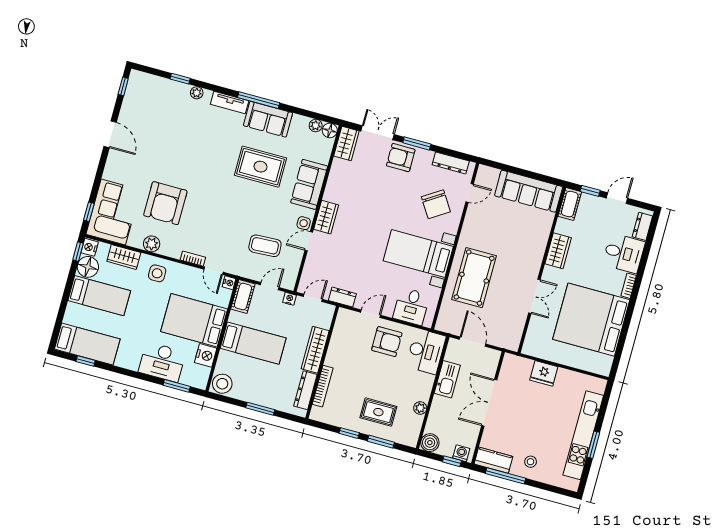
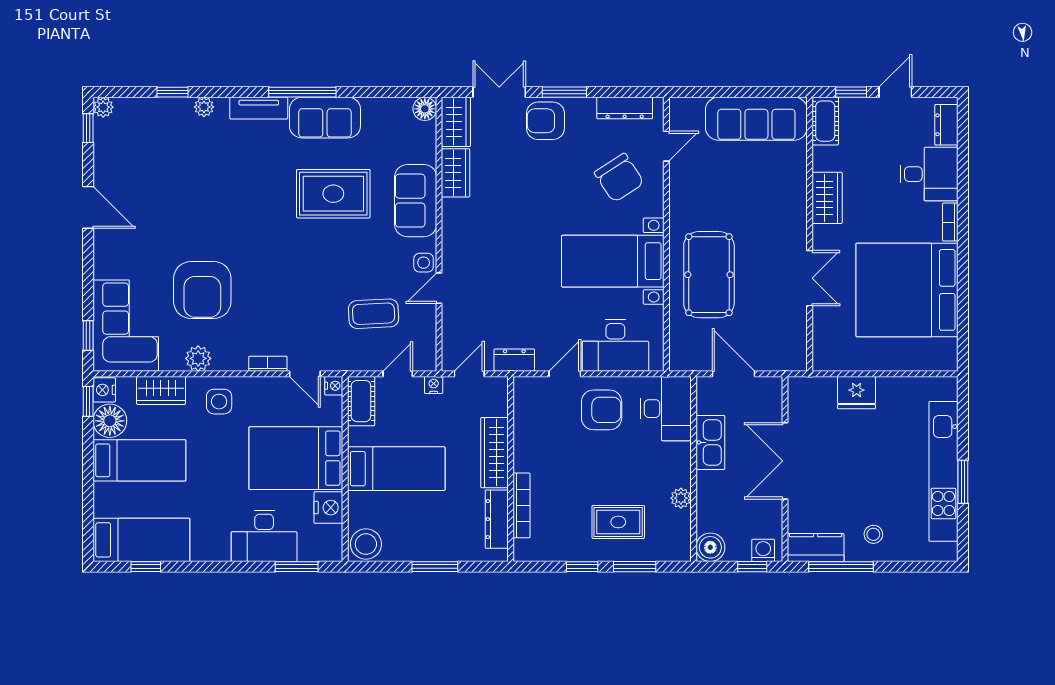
plant: (316, 126) -> (103, 107), moved
wardrobe: (326, 217) -> (456, 173), moved
desk: (411, 306) -> (615, 345), width x1.37

